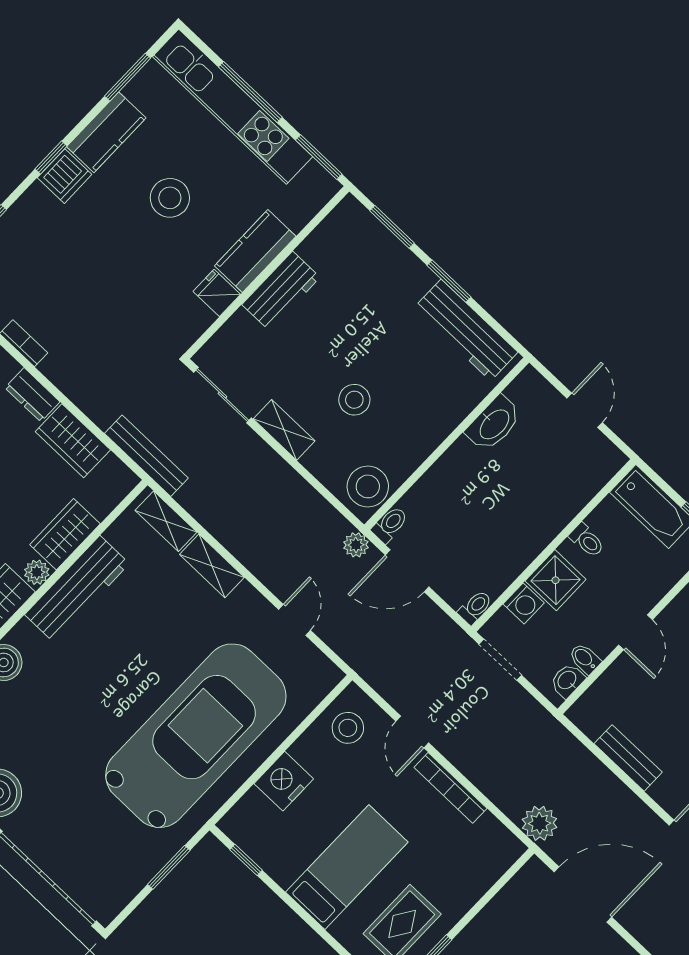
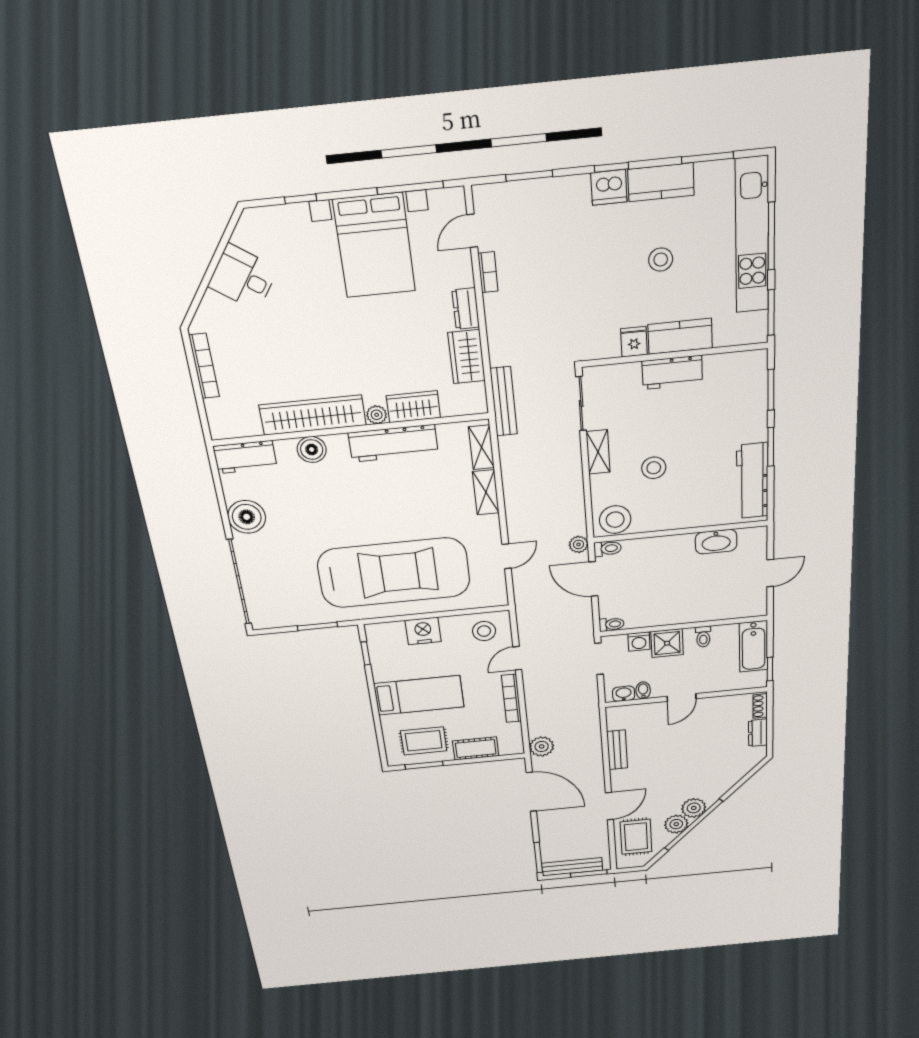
stool: (170, 198) -> (661, 260), width x0.73, depth x0.73
cot: (468, 887) -> (476, 748), added

